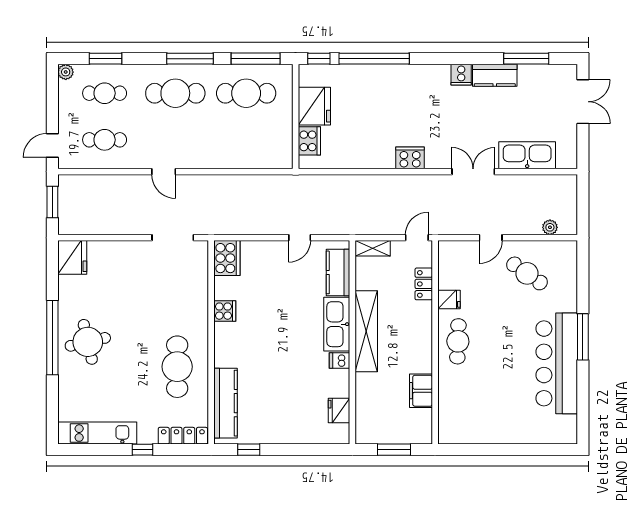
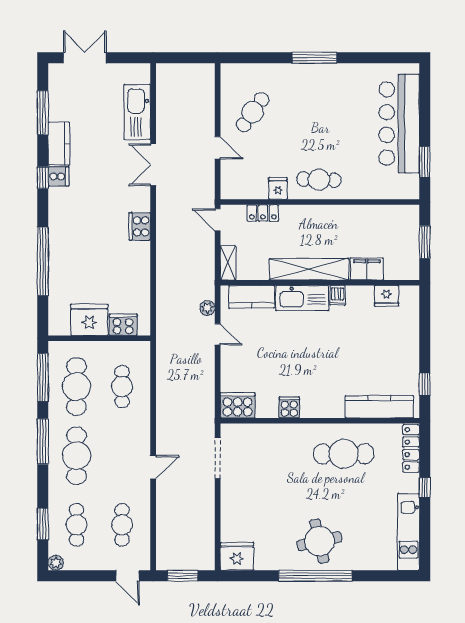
window: (319, 59) -> (43, 178), moved
cafe table: (246, 140) -> (122, 387), added
plant: (550, 227) -> (207, 308), moved
bar counter: (557, 363) -> (399, 124), moved, turned 90
filing cabinet: (421, 391) -> (367, 269), moved, turned 180
window: (476, 450) -> (425, 162), added

